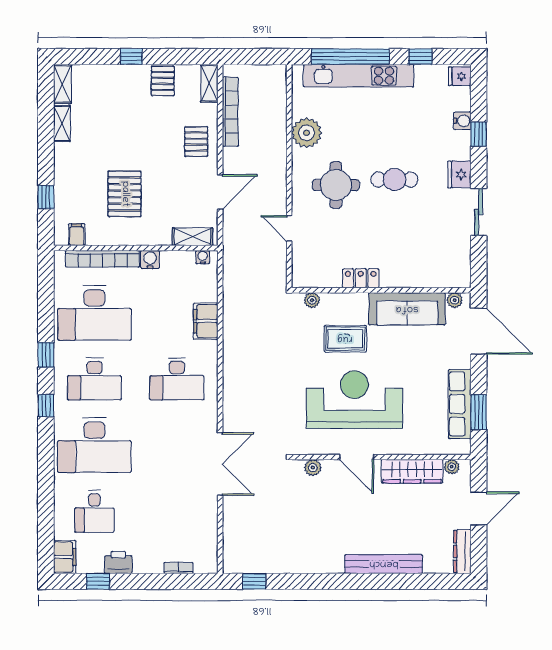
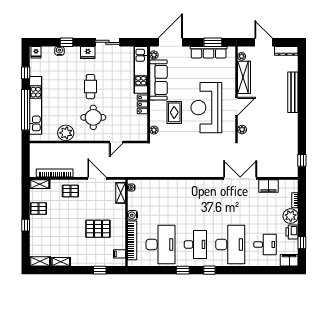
kitchen unit: (426, 275) -> (141, 70), added
filing cabinet: (206, 321) -> (268, 186), moved
desk: (177, 379) -> (195, 201), removed
plant: (149, 560) -> (291, 216), added

